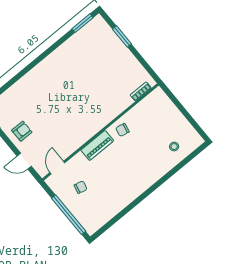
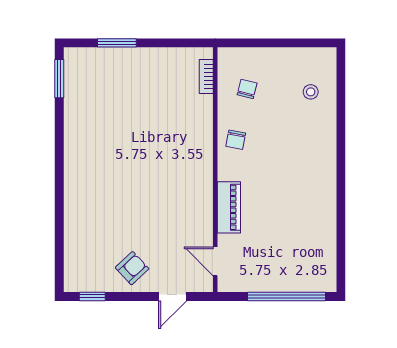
armchair: (22, 131) -> (132, 268), turned 47
piano: (97, 145) -> (229, 207), moved
chair: (81, 187) -> (247, 89), moved

